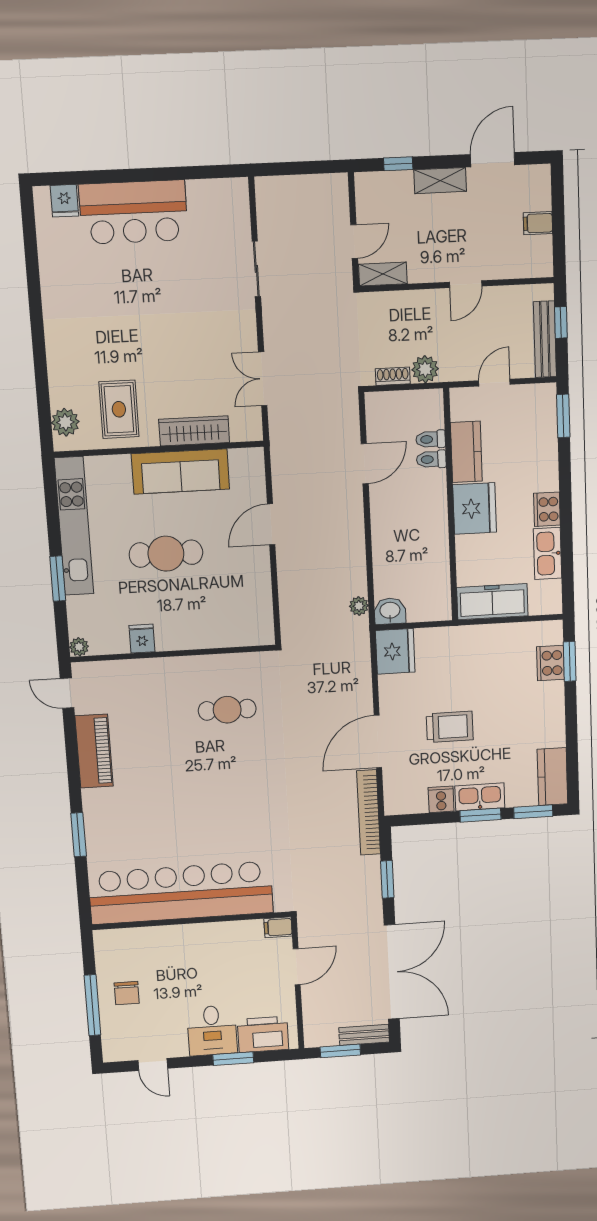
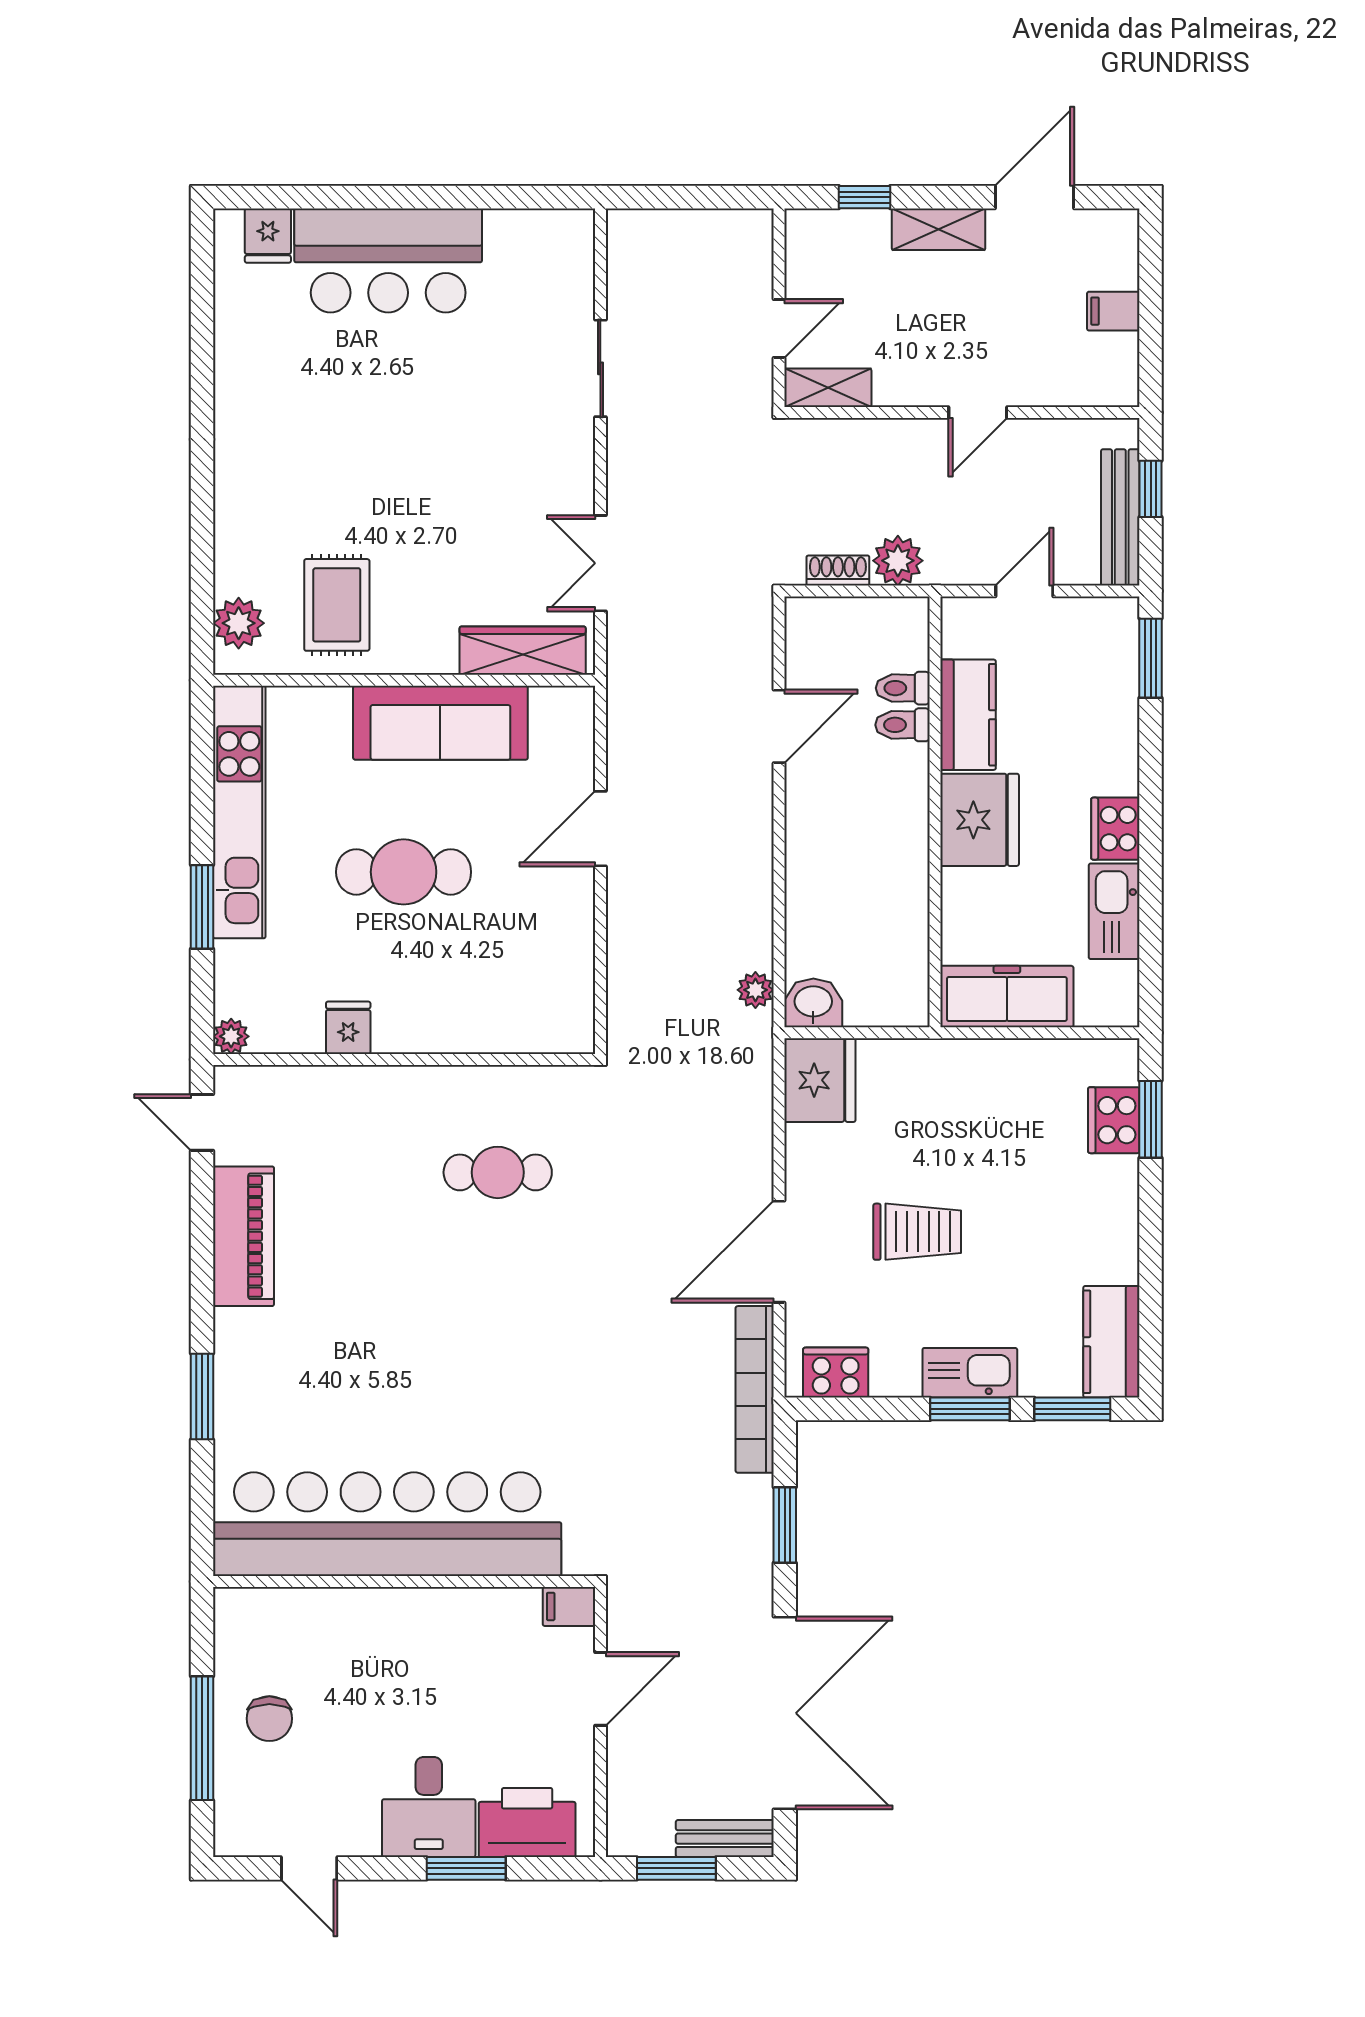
wardrobe: (194, 431) -> (523, 651), moved
cooker: (441, 799) -> (836, 1373), moved, width x1.36

